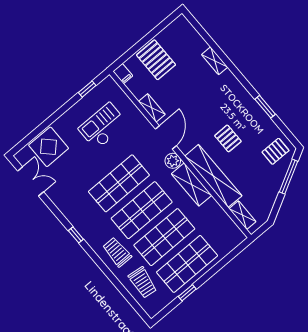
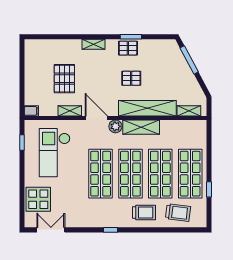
pallet: (156, 60) -> (64, 79), moved, turned 90
shelving: (215, 61) -> (94, 44), moved
checkout: (103, 126) -> (55, 153), width x1.36, depth x1.21
pallet: (276, 151) -> (128, 48), moved, turned 90
trolley: (117, 252) -> (144, 213), turned 180

